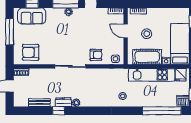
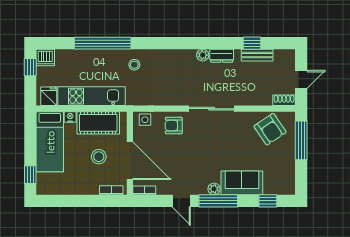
sofa: (32, 16) -> (242, 183), moved
door: (126, 31) -> (130, 161), width x1.87
window: (10, 32) -> (301, 140), moved
armchair: (31, 52) -> (270, 129), turned 56
window: (59, 111) -> (252, 43), moved
window: (162, 111) -> (103, 43), moved

